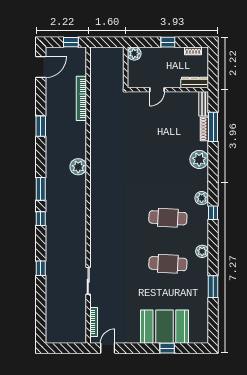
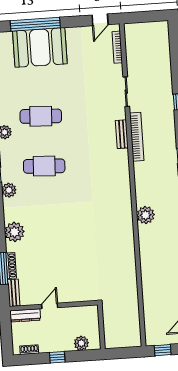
plant: (134, 54) -> (81, 343), moved
door: (157, 90) -> (50, 306), moved
bookcase: (81, 98) -> (137, 137), moved
bench: (95, 242) -> (122, 134), added
window: (167, 348) -> (35, 24), width x3.17

